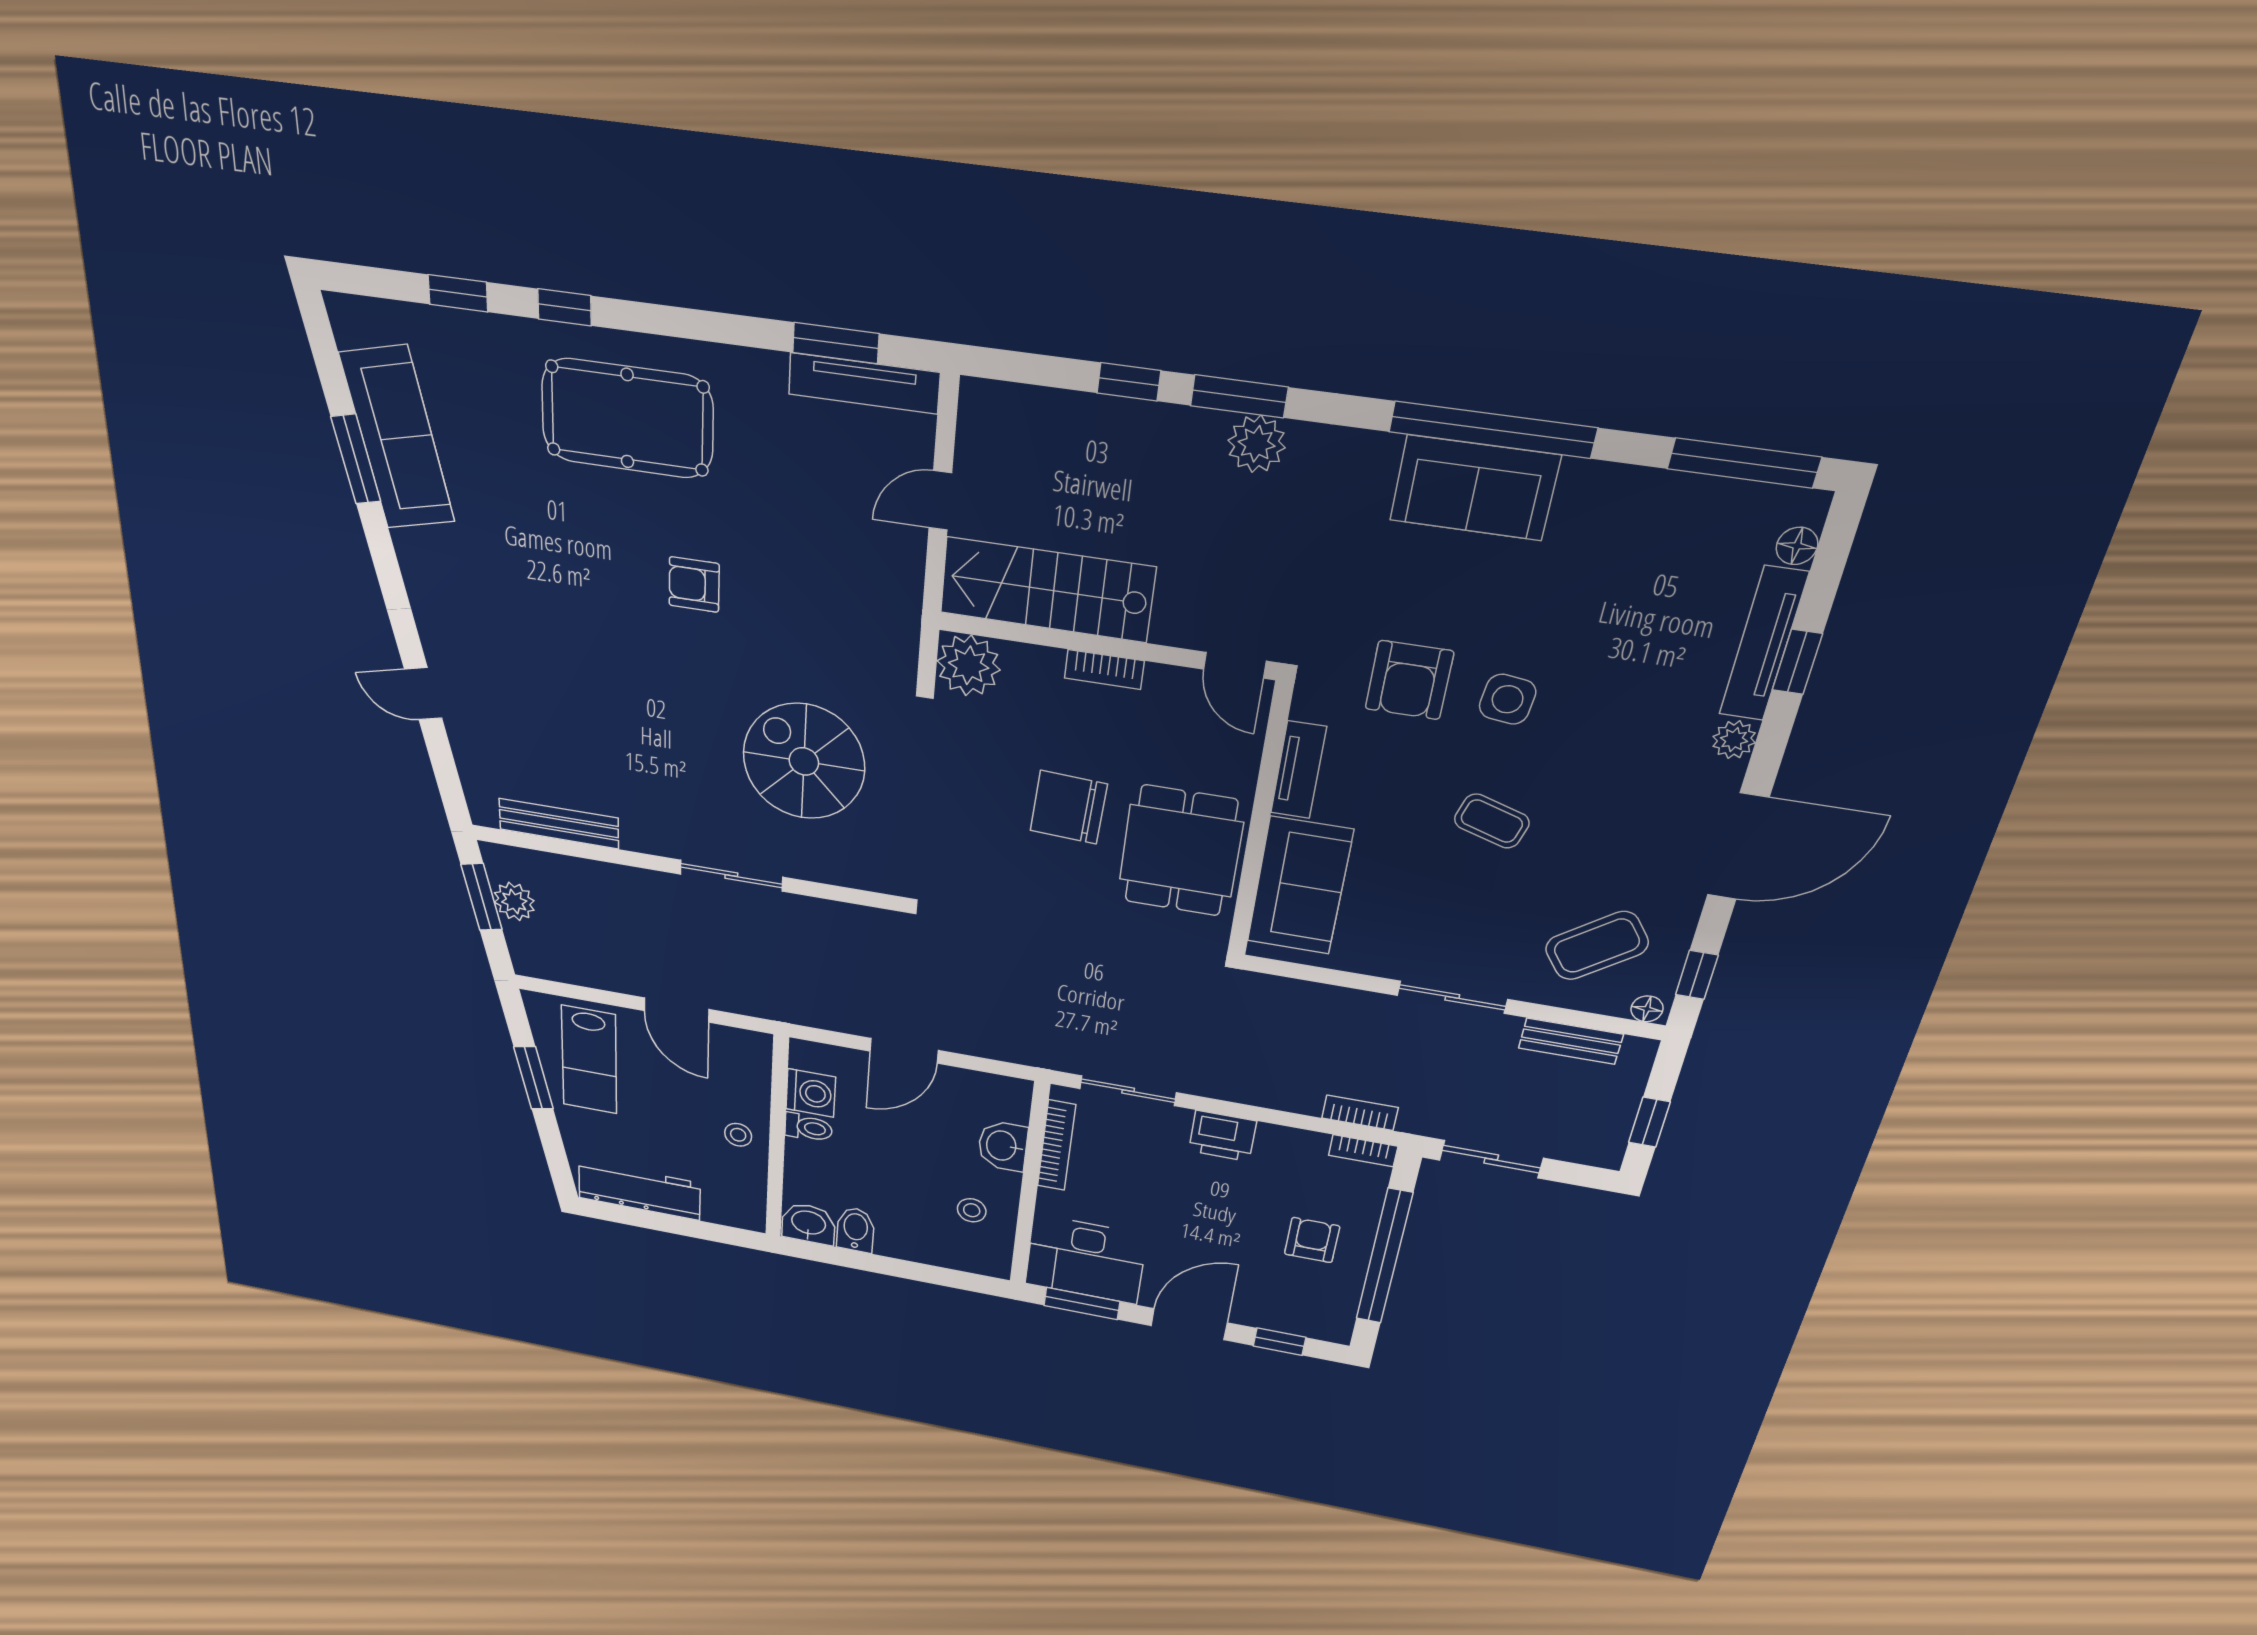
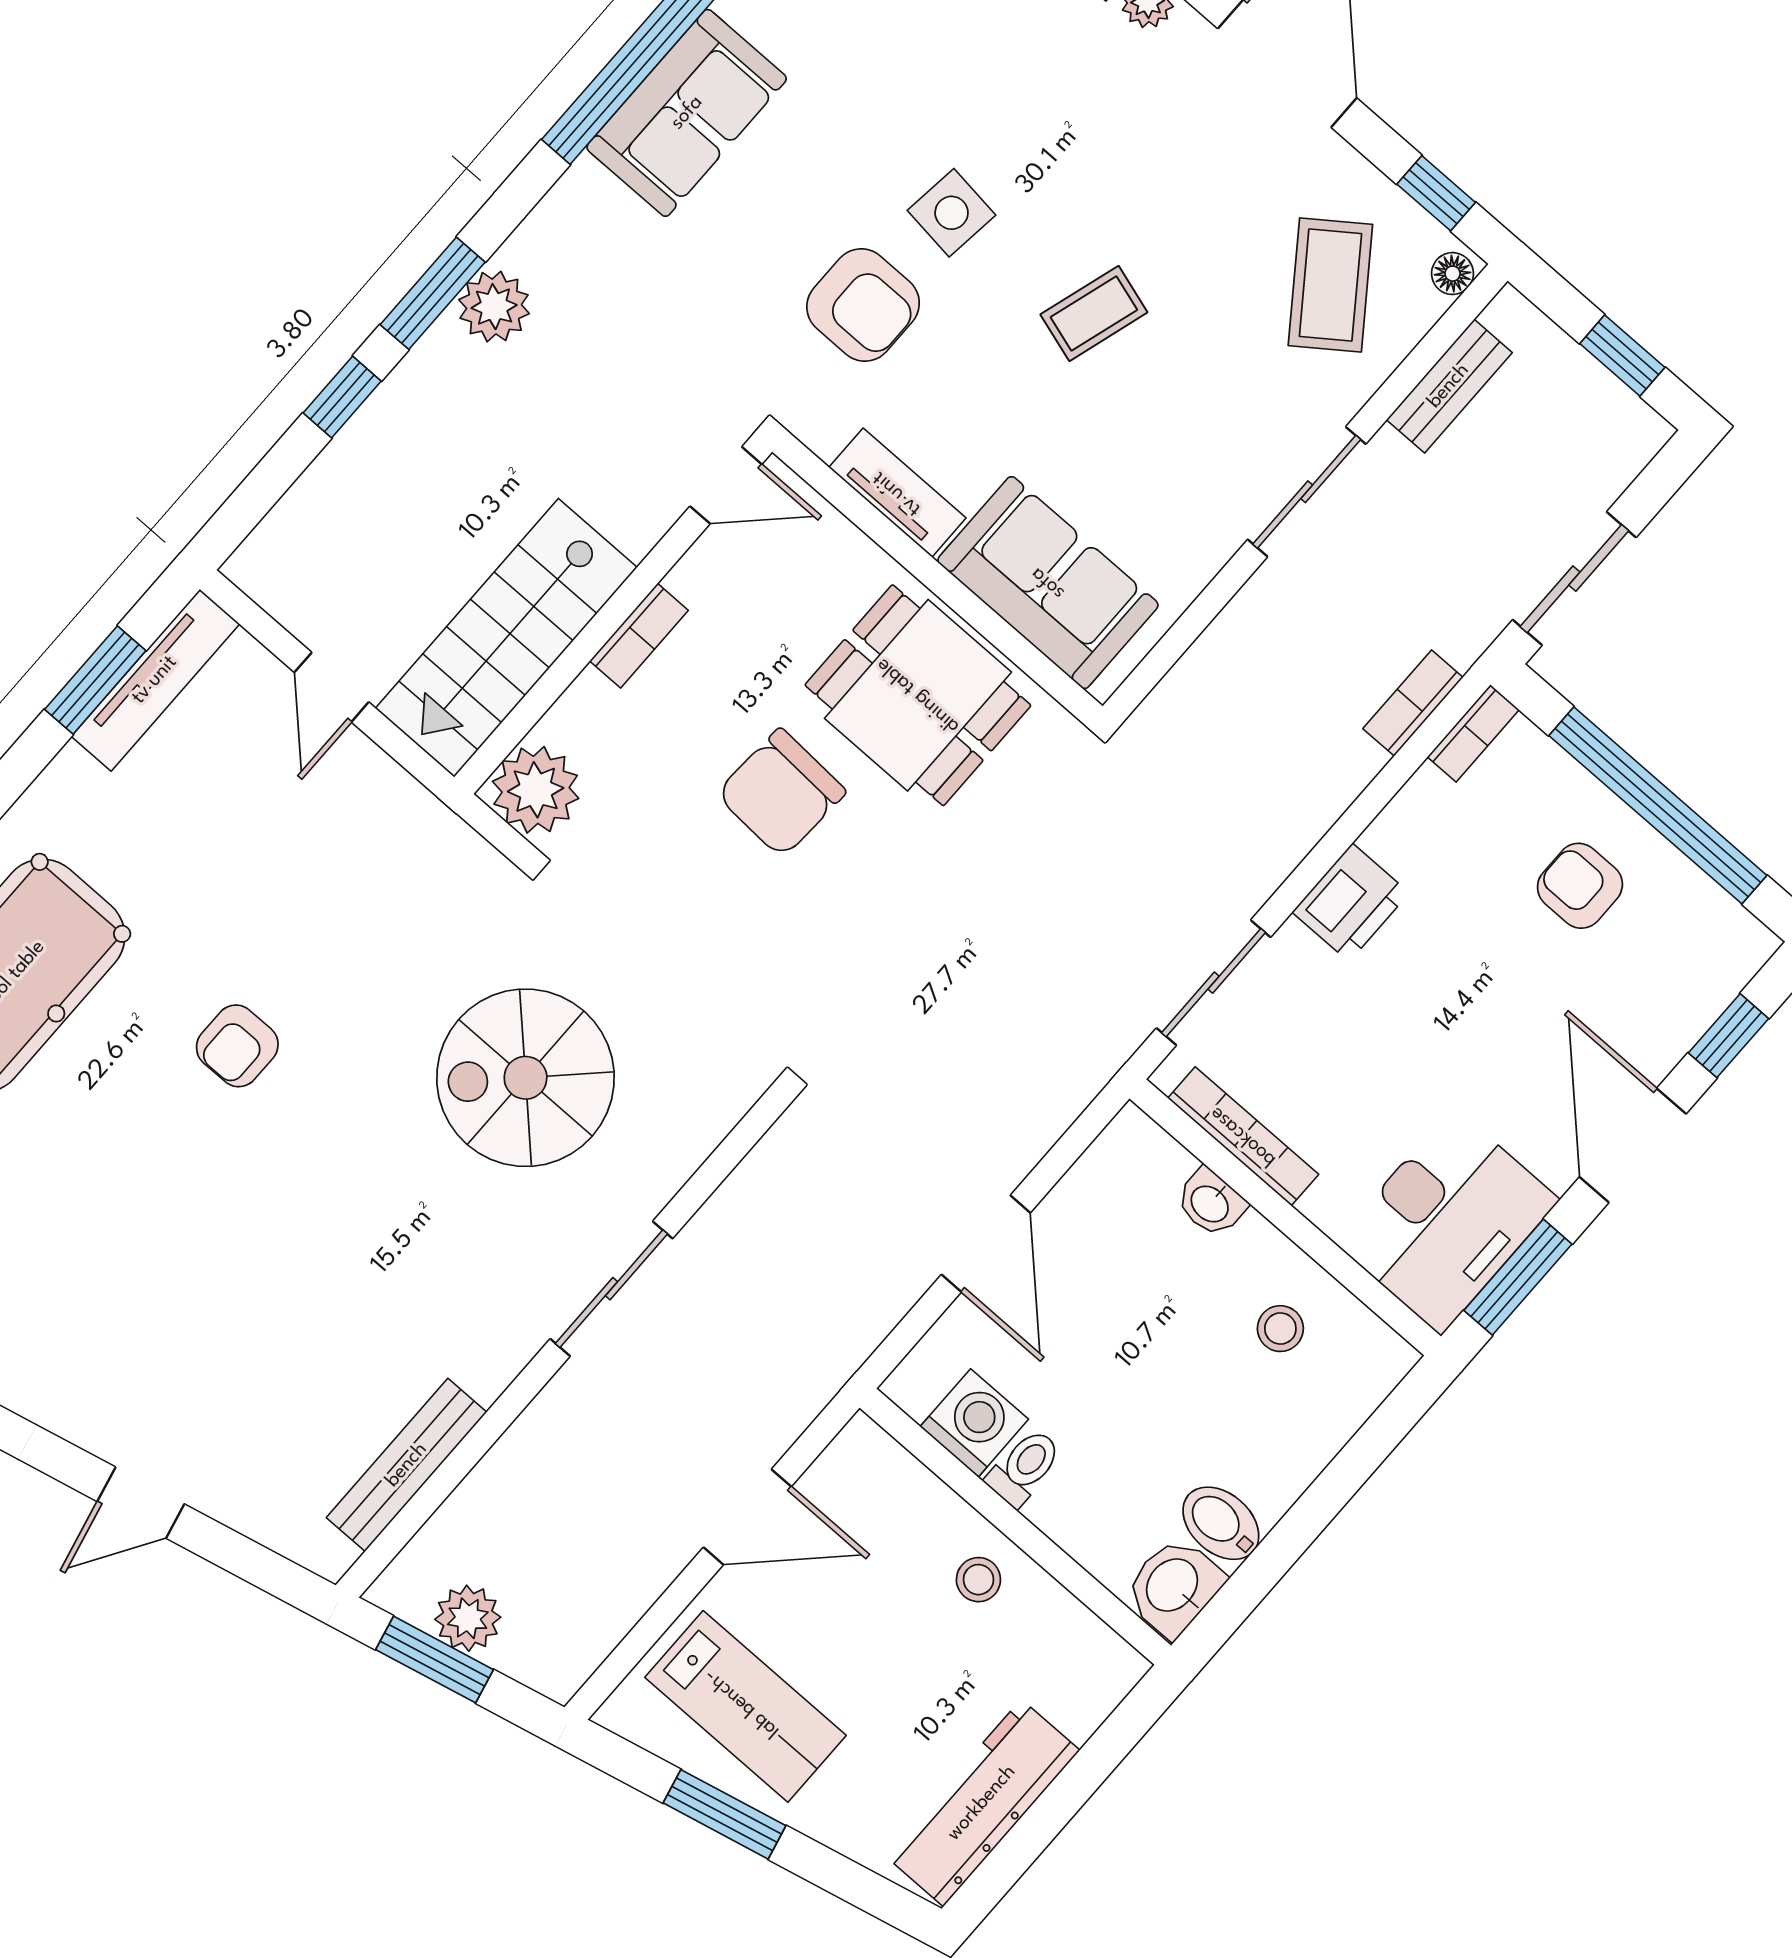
washbasin: (1003, 1146) -> (1211, 1203), width x0.72, depth x0.69

